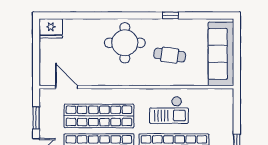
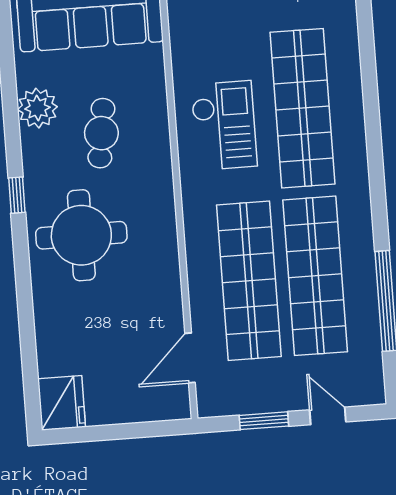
window: (170, 15) -> (17, 195), moved
plant: (183, 28) -> (37, 108), added

